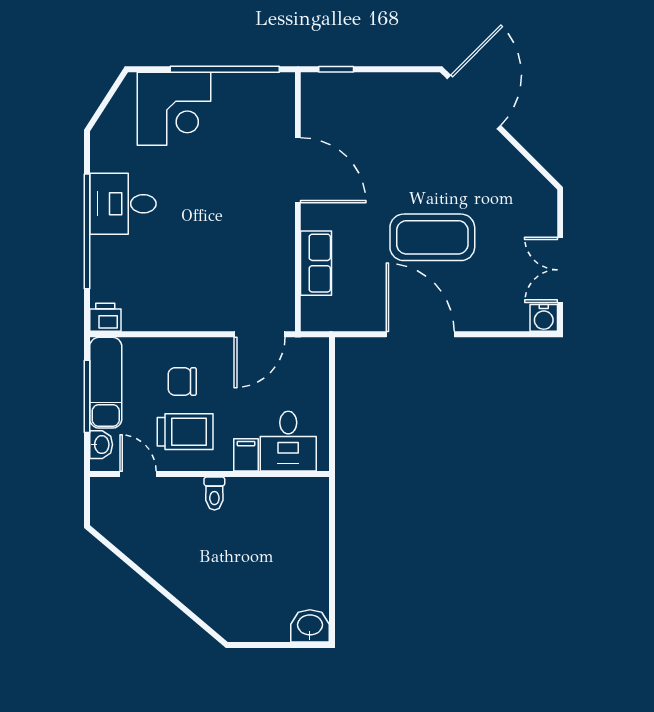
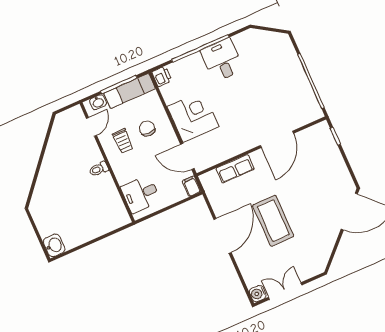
corner desk: (174, 109) -> (193, 117), moved, turned 180
trolley: (185, 432) -> (123, 141), width x0.73, depth x0.72
filing cabinet: (246, 455) -> (192, 186), moved, turned -90

